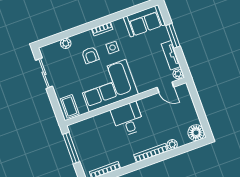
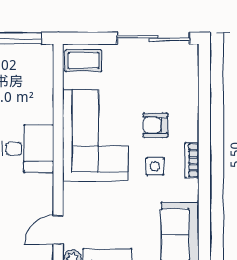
plant: (66, 43) -> (190, 92), removed
sliding door: (44, 73) -> (153, 38), width x1.37

